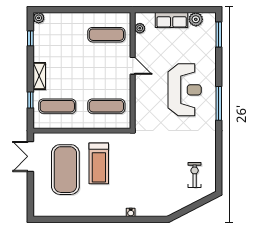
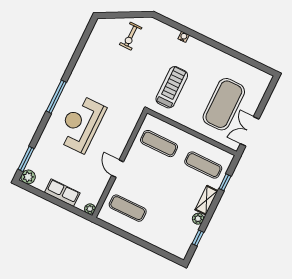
plant: (39, 18) -> (198, 219), moved
plant: (196, 19) -> (28, 177), moved
plant: (140, 28) -> (90, 209), moved
double door: (30, 156) -> (250, 131), swing flipped
treadmill: (99, 163) -> (172, 87), moved
exercise bike: (195, 175) -> (131, 36), moved

